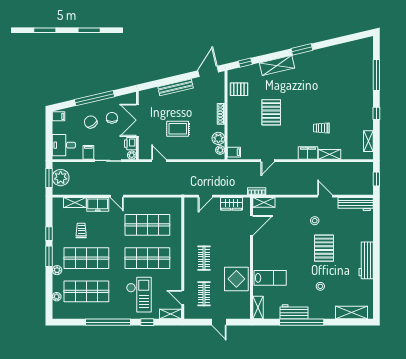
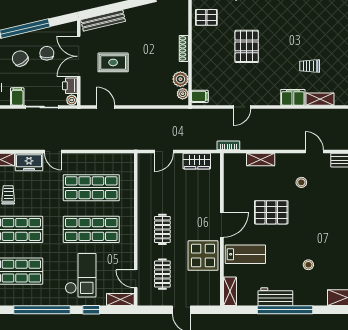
bench: (176, 87) -> (103, 21), moved
rug: (178, 129) -> (113, 62), moved
shelving: (264, 202) -> (261, 159), moved
door: (251, 225) -> (222, 225), moved
pallet: (324, 248) -> (271, 212), moved, turned 90

